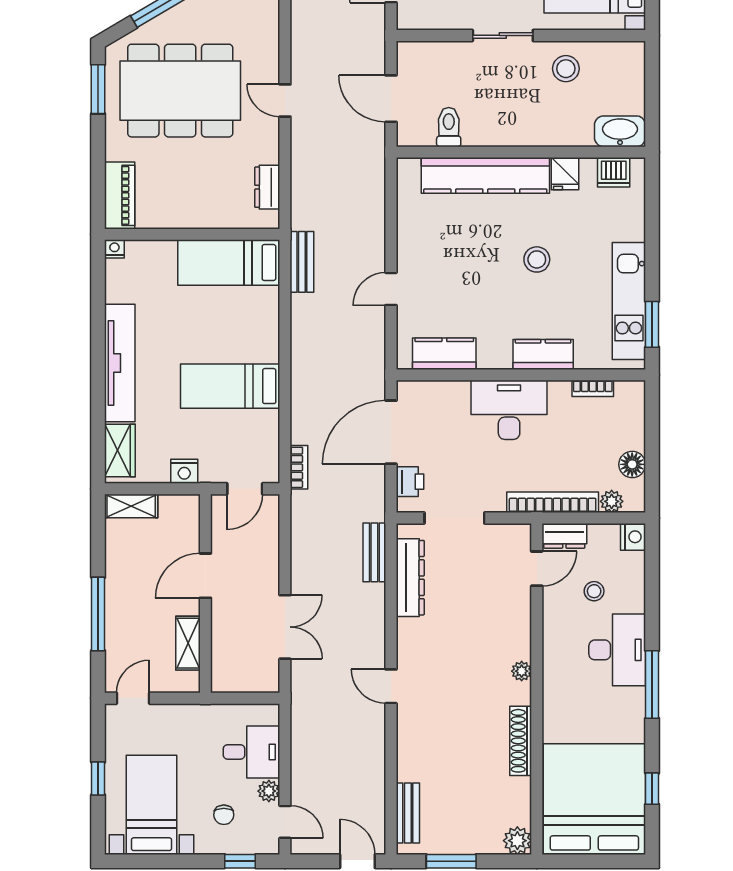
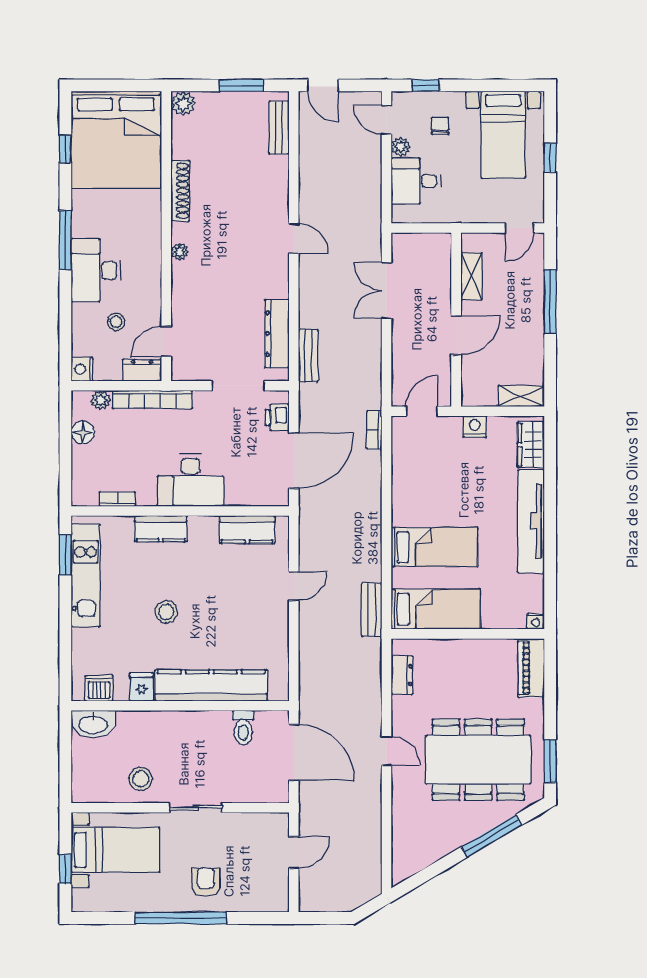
door: (391, 99) -> (294, 753), width x1.36
bed: (230, 386) -> (435, 547), moved

